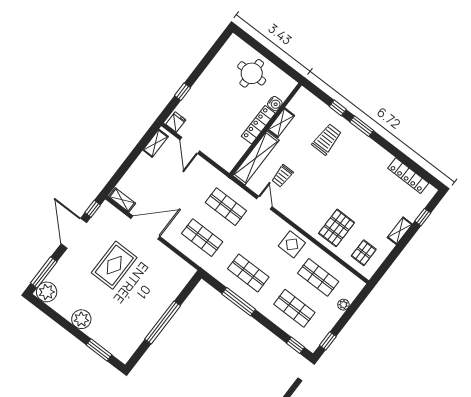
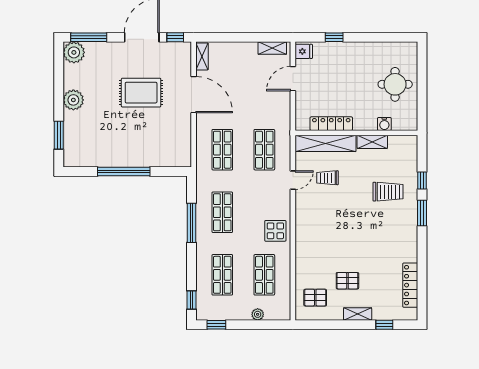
locker: (258, 125) -> (331, 124), moved
pallet: (337, 228) -> (347, 281), moved, width x0.67, depth x0.71

